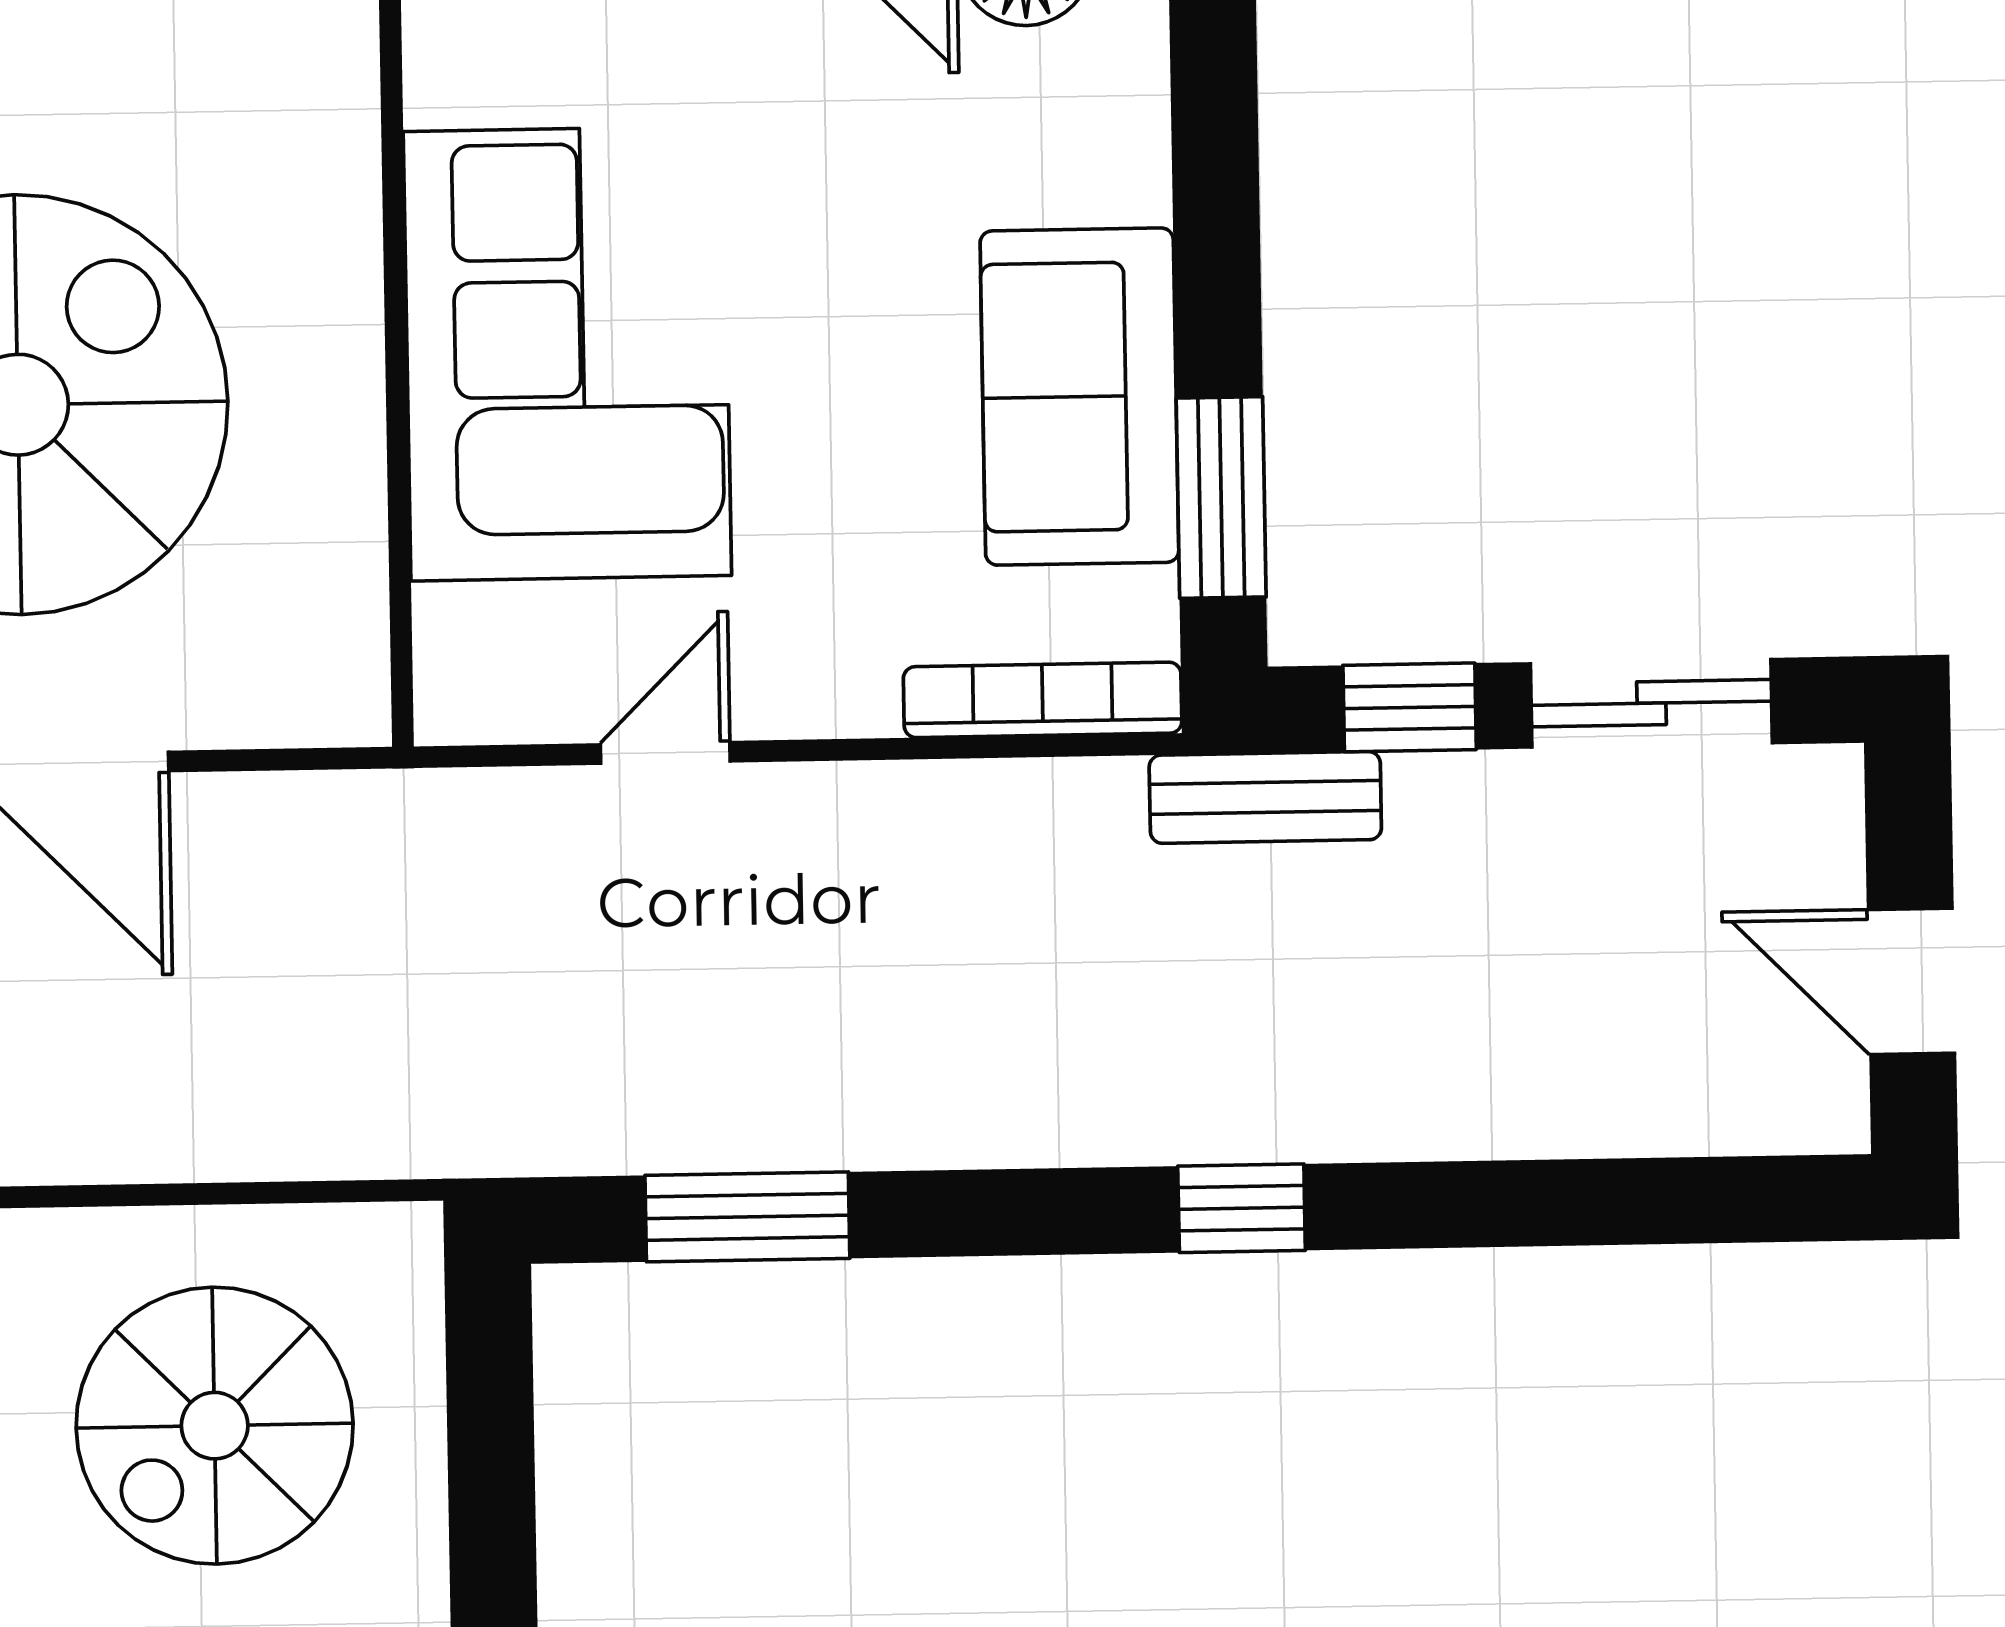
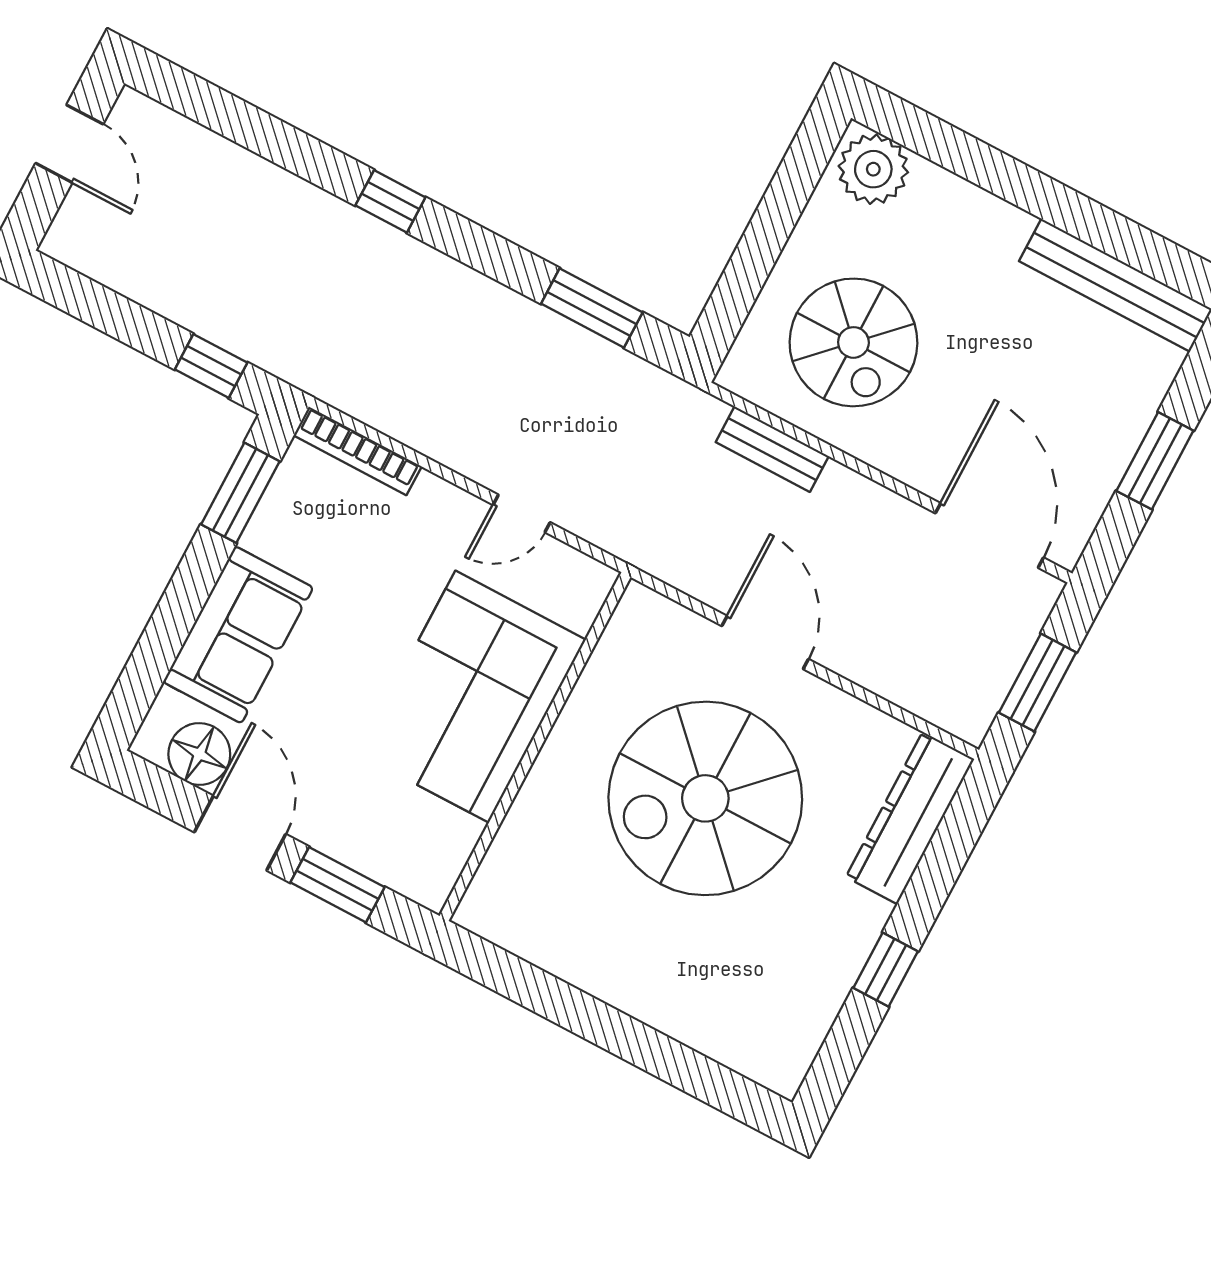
sofa: (1079, 397) -> (238, 635), moved
sliding door: (1651, 703) -> (112, 314), removed
bench: (1265, 797) -> (772, 449), moved
spiral stairs: (215, 1426) -> (853, 342), turned 90

